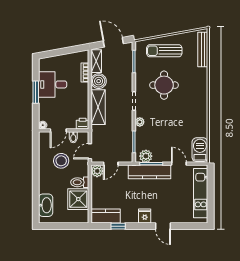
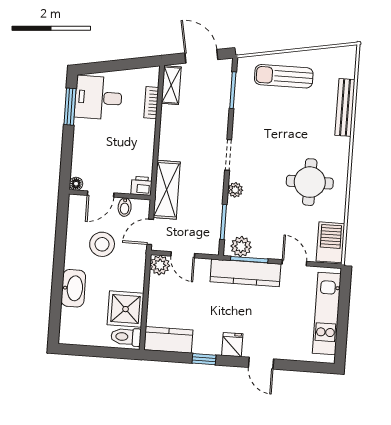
bench: (203, 49) -> (345, 107), moved
boiler: (99, 81) -> (173, 118), removed
desk: (53, 84) -> (98, 98), moved
round table: (164, 85) -> (310, 182), moved
window: (36, 92) -> (70, 107), moved
shelving: (98, 107) -> (167, 190), moved
door: (111, 164) -> (183, 255), hinge flipped
toilet: (80, 182) -> (126, 337), moved
washbasin: (46, 205) -> (73, 288), moved
window: (118, 226) -> (204, 359), moved

